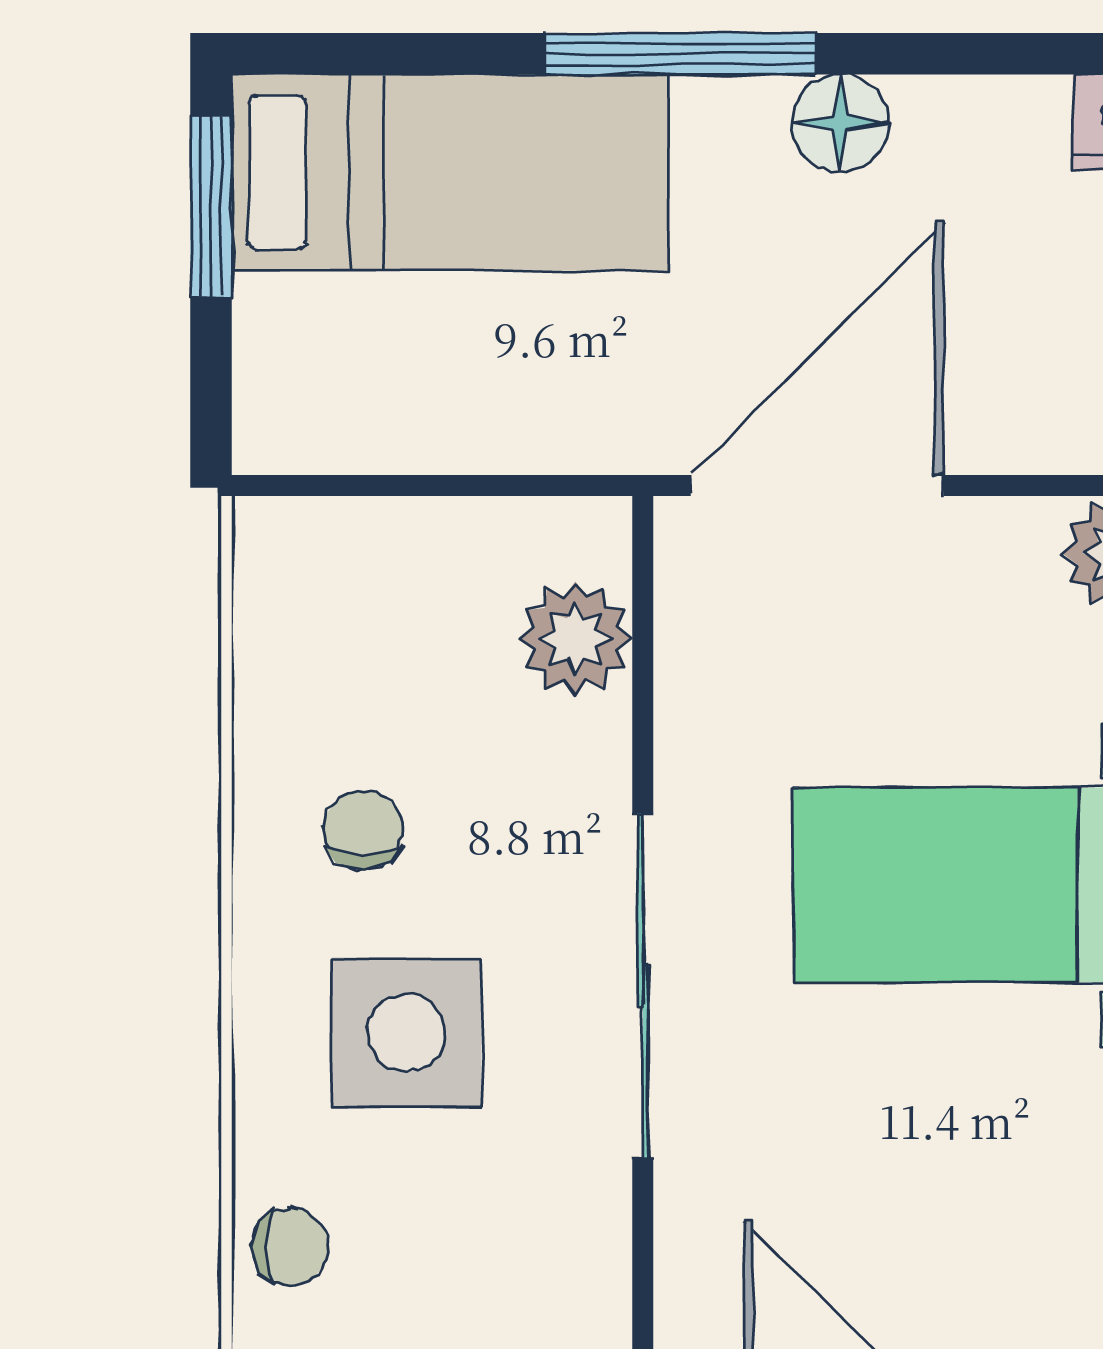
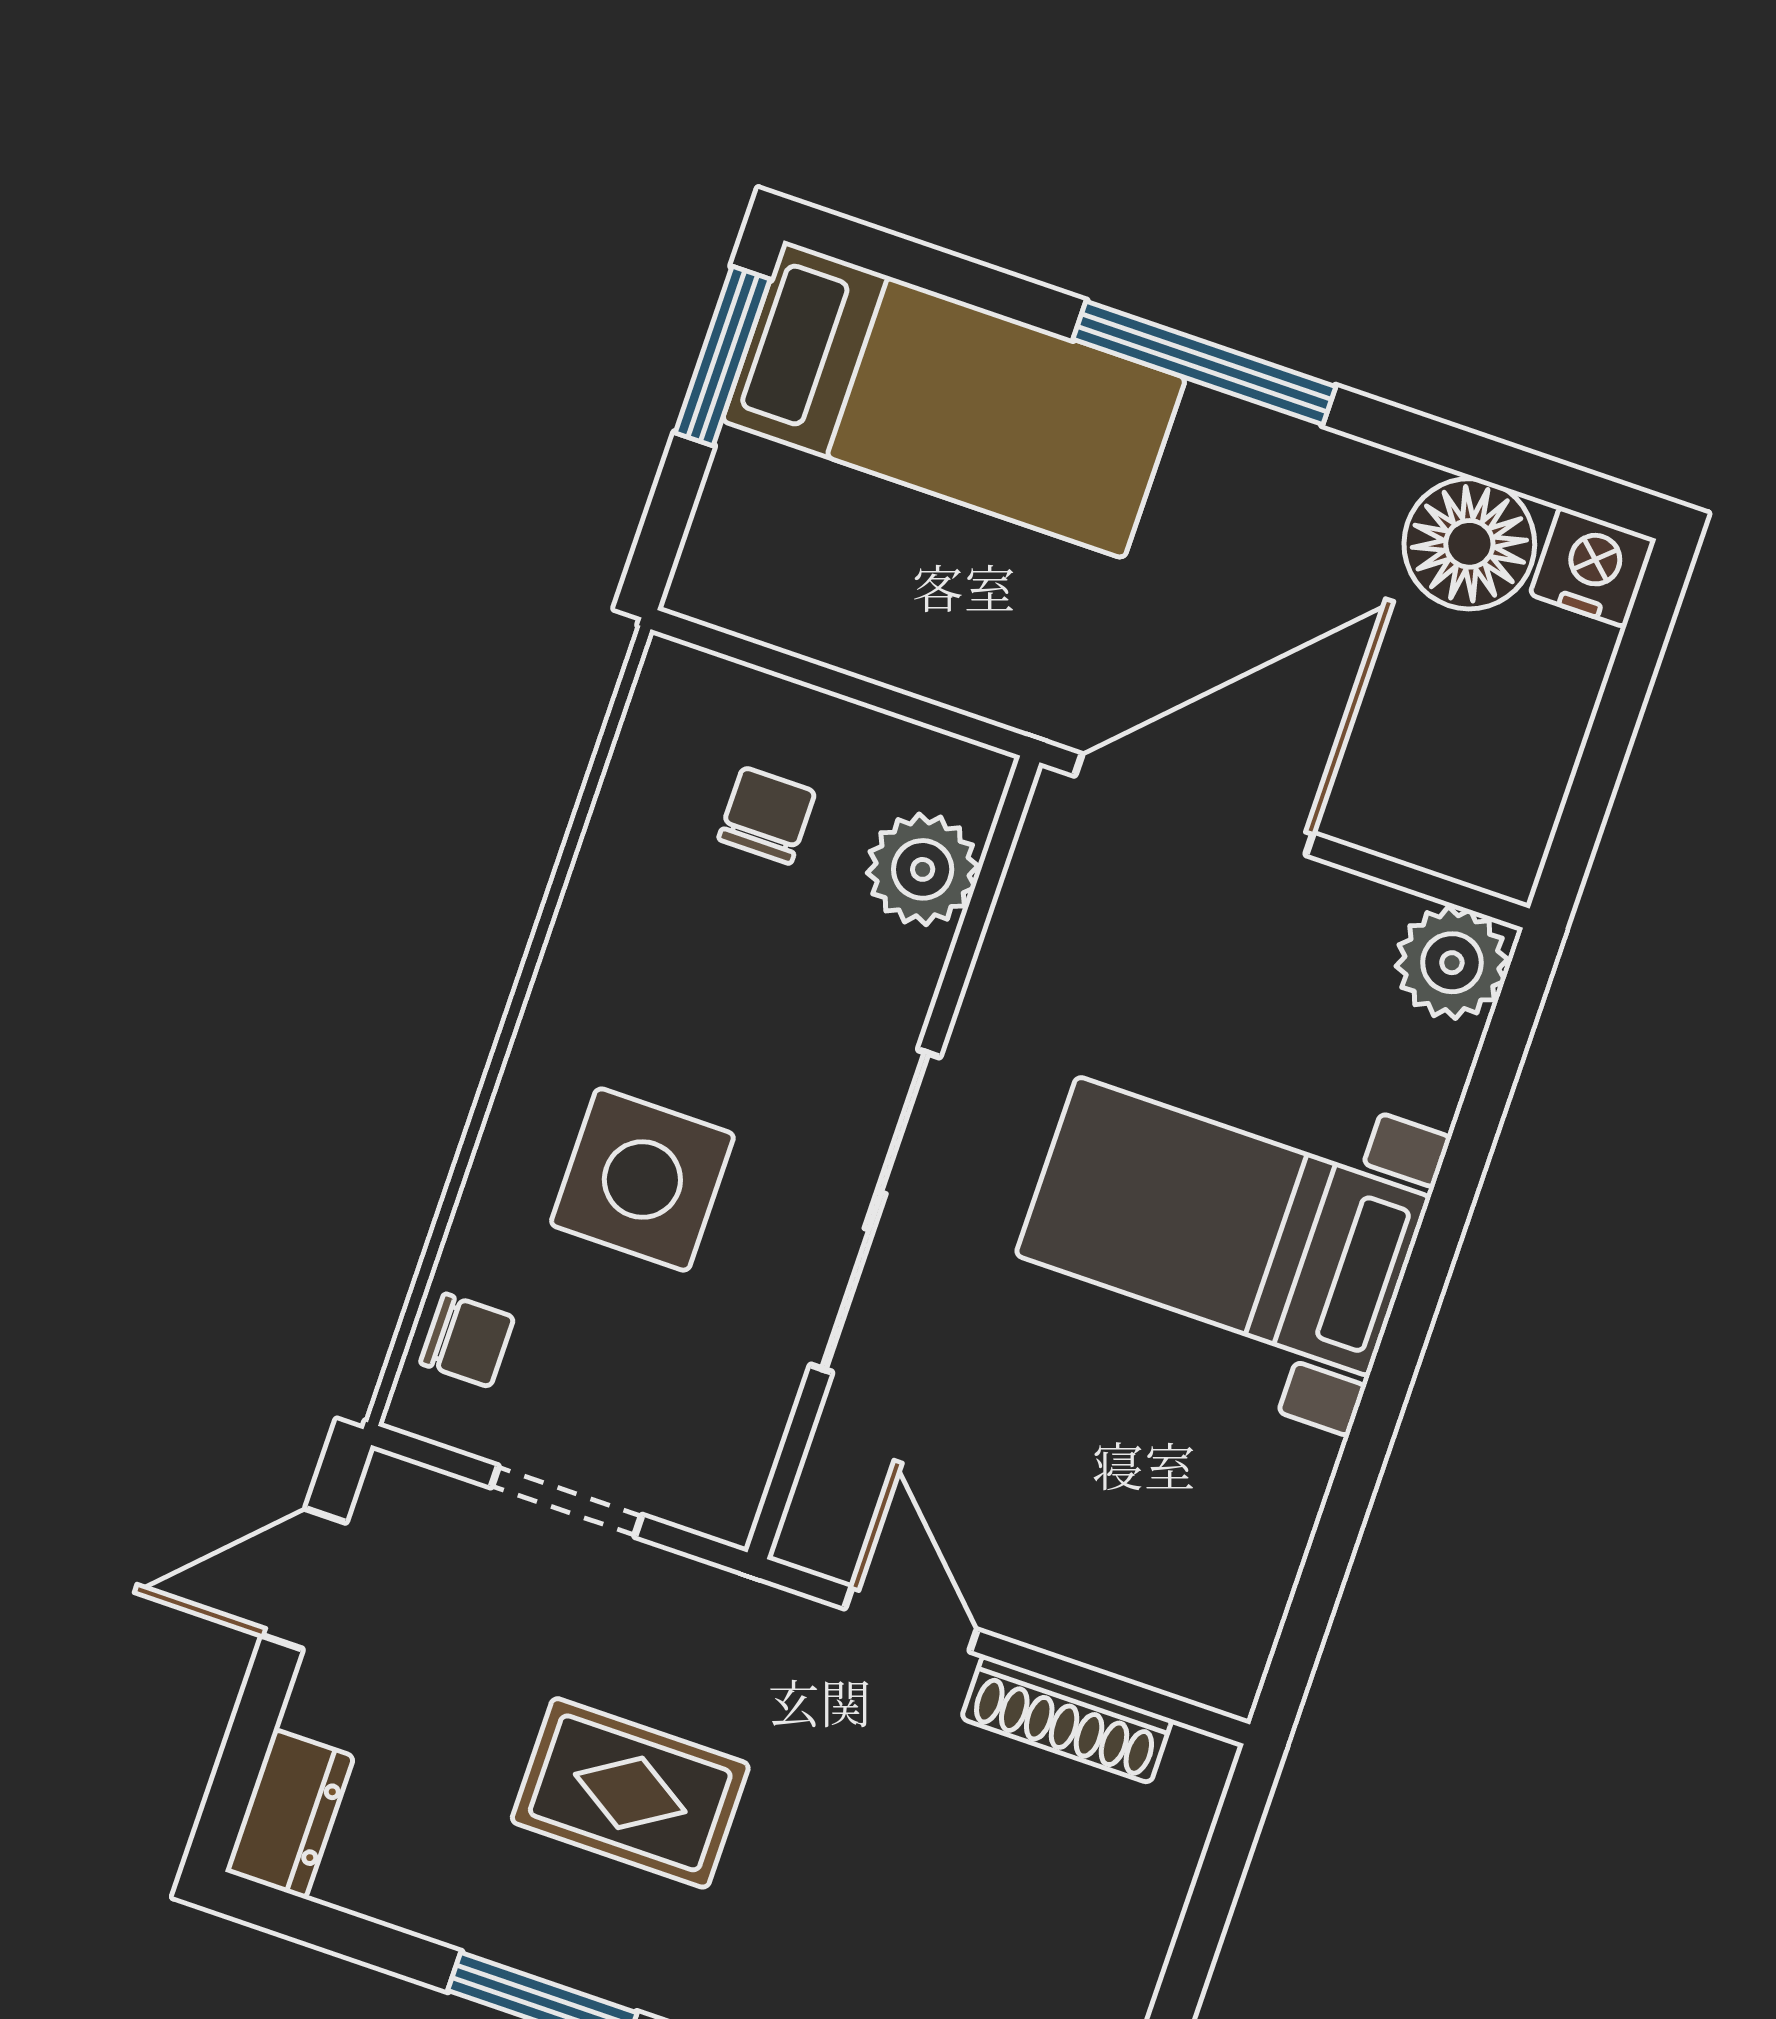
floor lamp: (840, 123) -> (1469, 544), moved, width x1.38, depth x1.38
chair: (363, 830) -> (767, 815), moved

